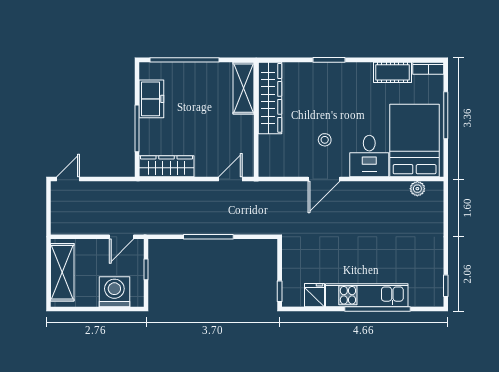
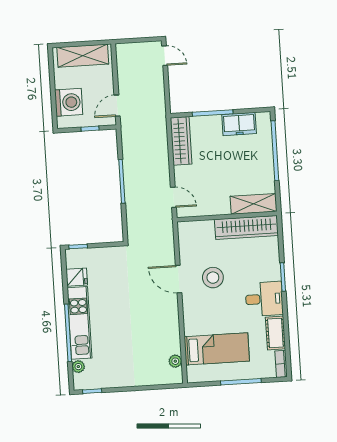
stool: (325, 140) -> (213, 278), width x1.89, depth x1.89
bed: (415, 140) -> (217, 349), width x0.67
desk: (369, 156) -> (264, 299), moved, turned 180
door: (122, 237) -> (117, 106), hinge flipped
plant: (417, 300) -> (78, 367), added

